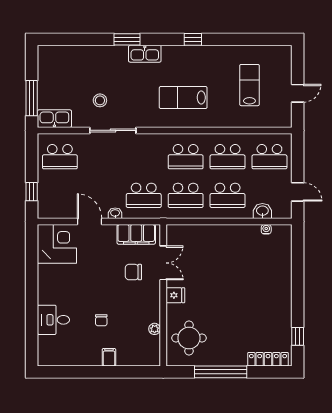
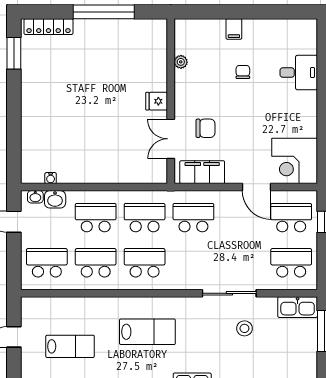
lab bench: (249, 85) -> (70, 346), turned -90
school desk: (60, 195) -> (291, 218), added
washbasin: (115, 213) -> (35, 197), moved
window: (298, 336) -> (14, 53), width x1.50
round table: (189, 338) -> (141, 51), removed

